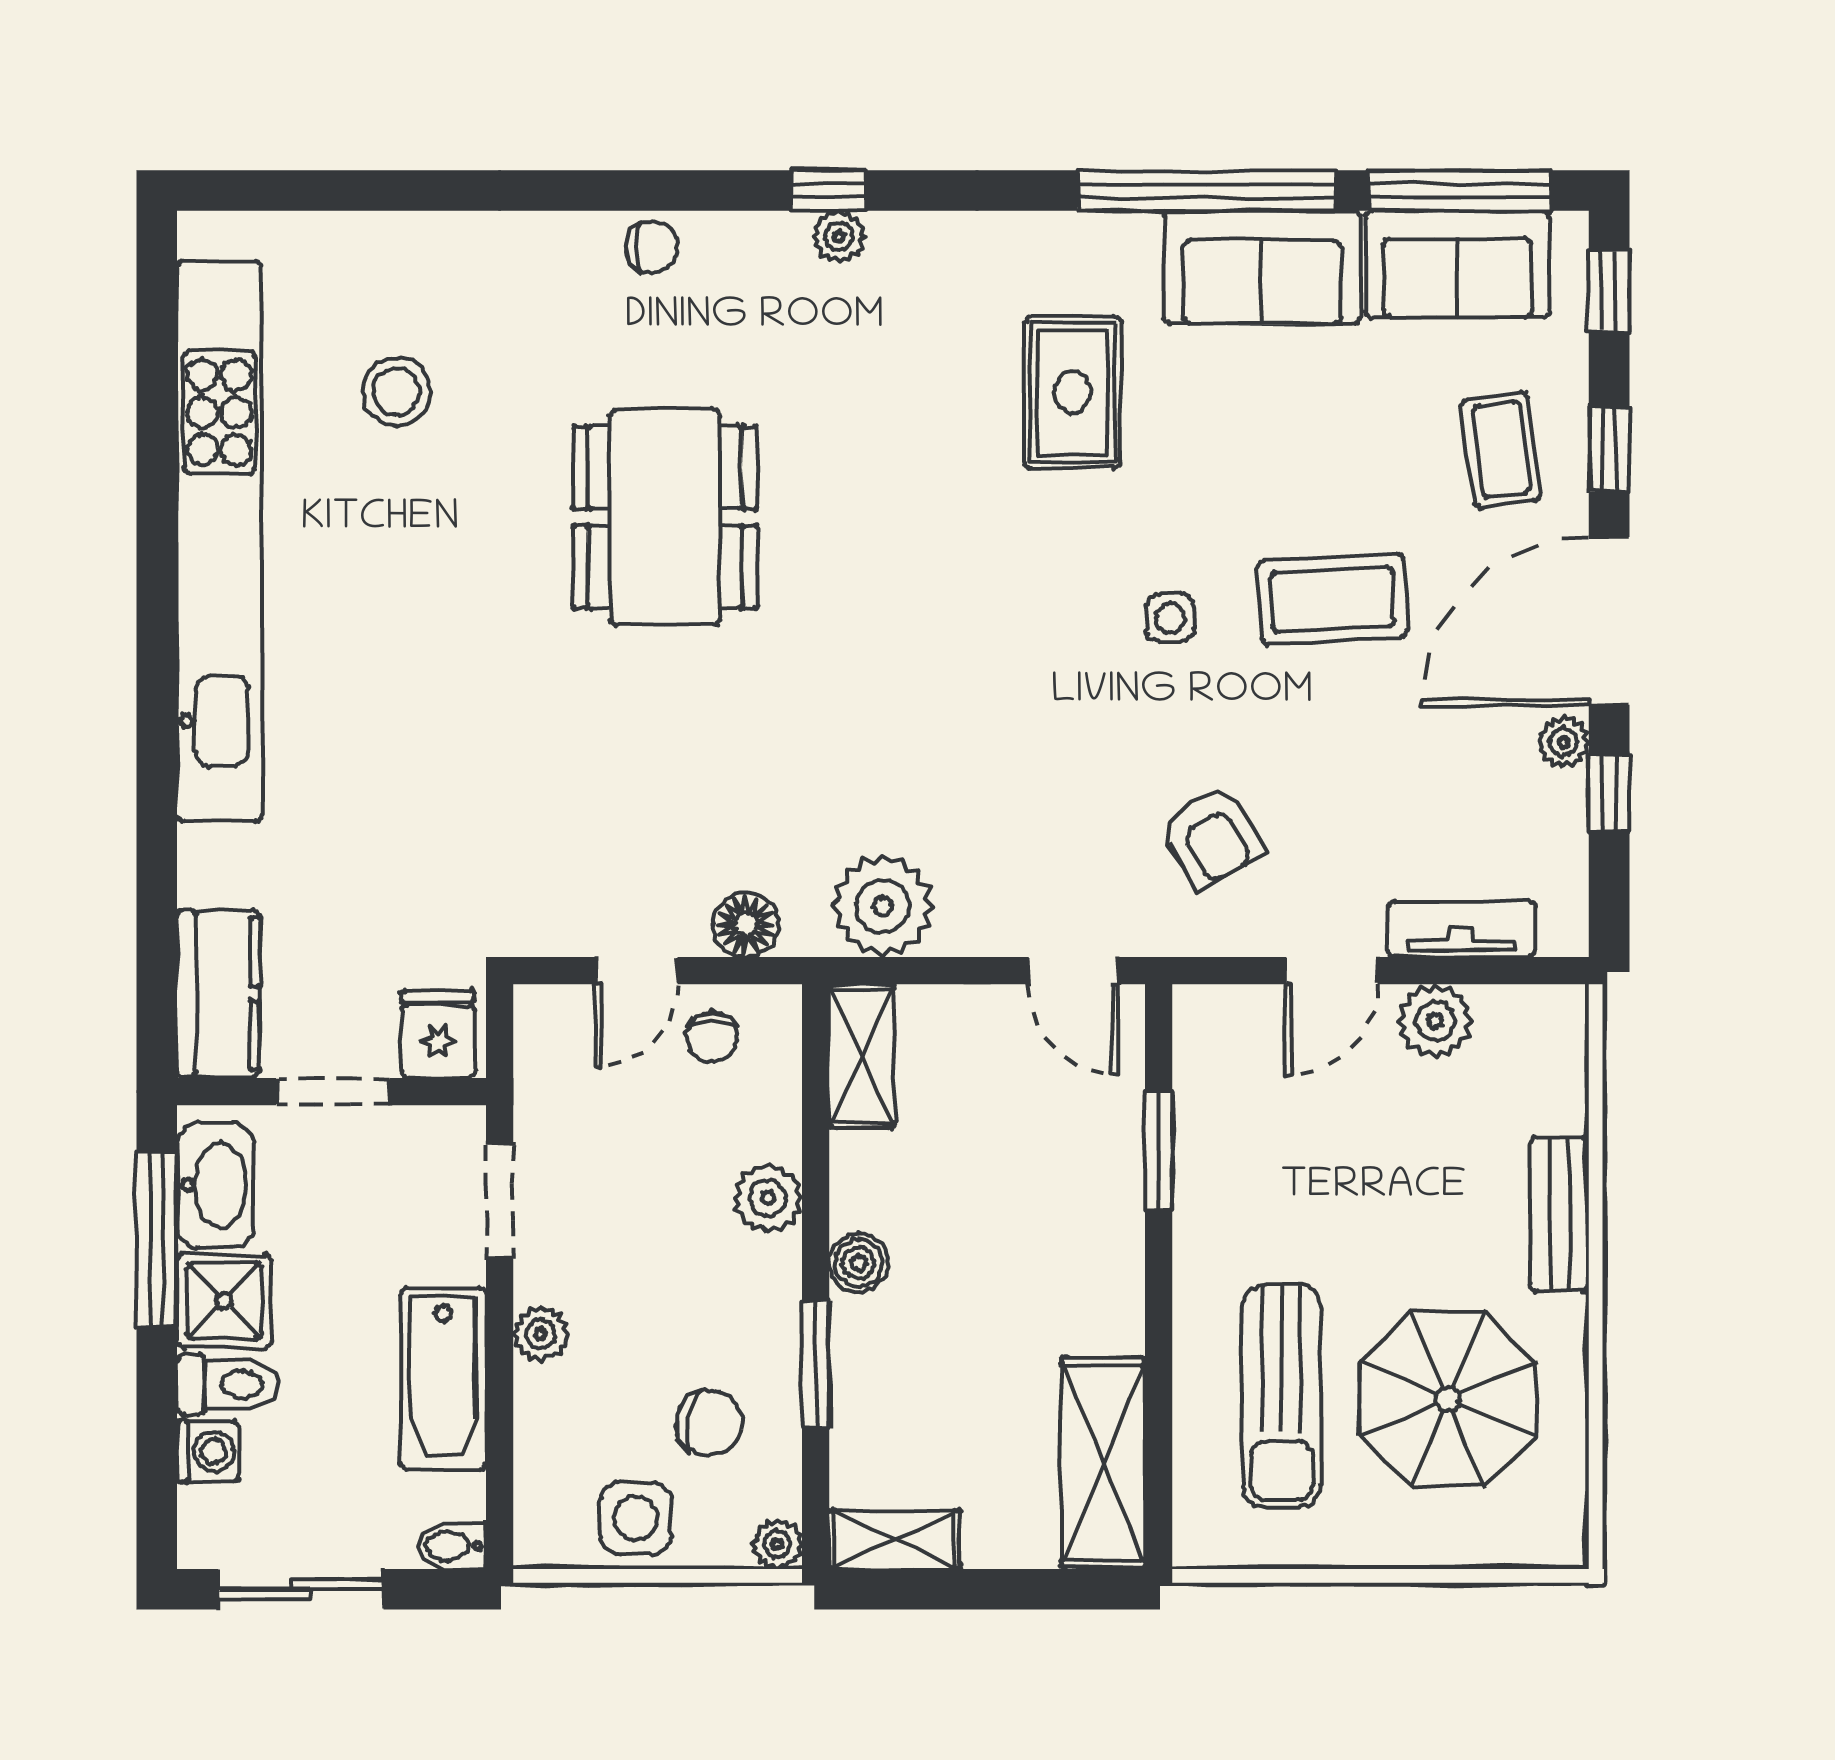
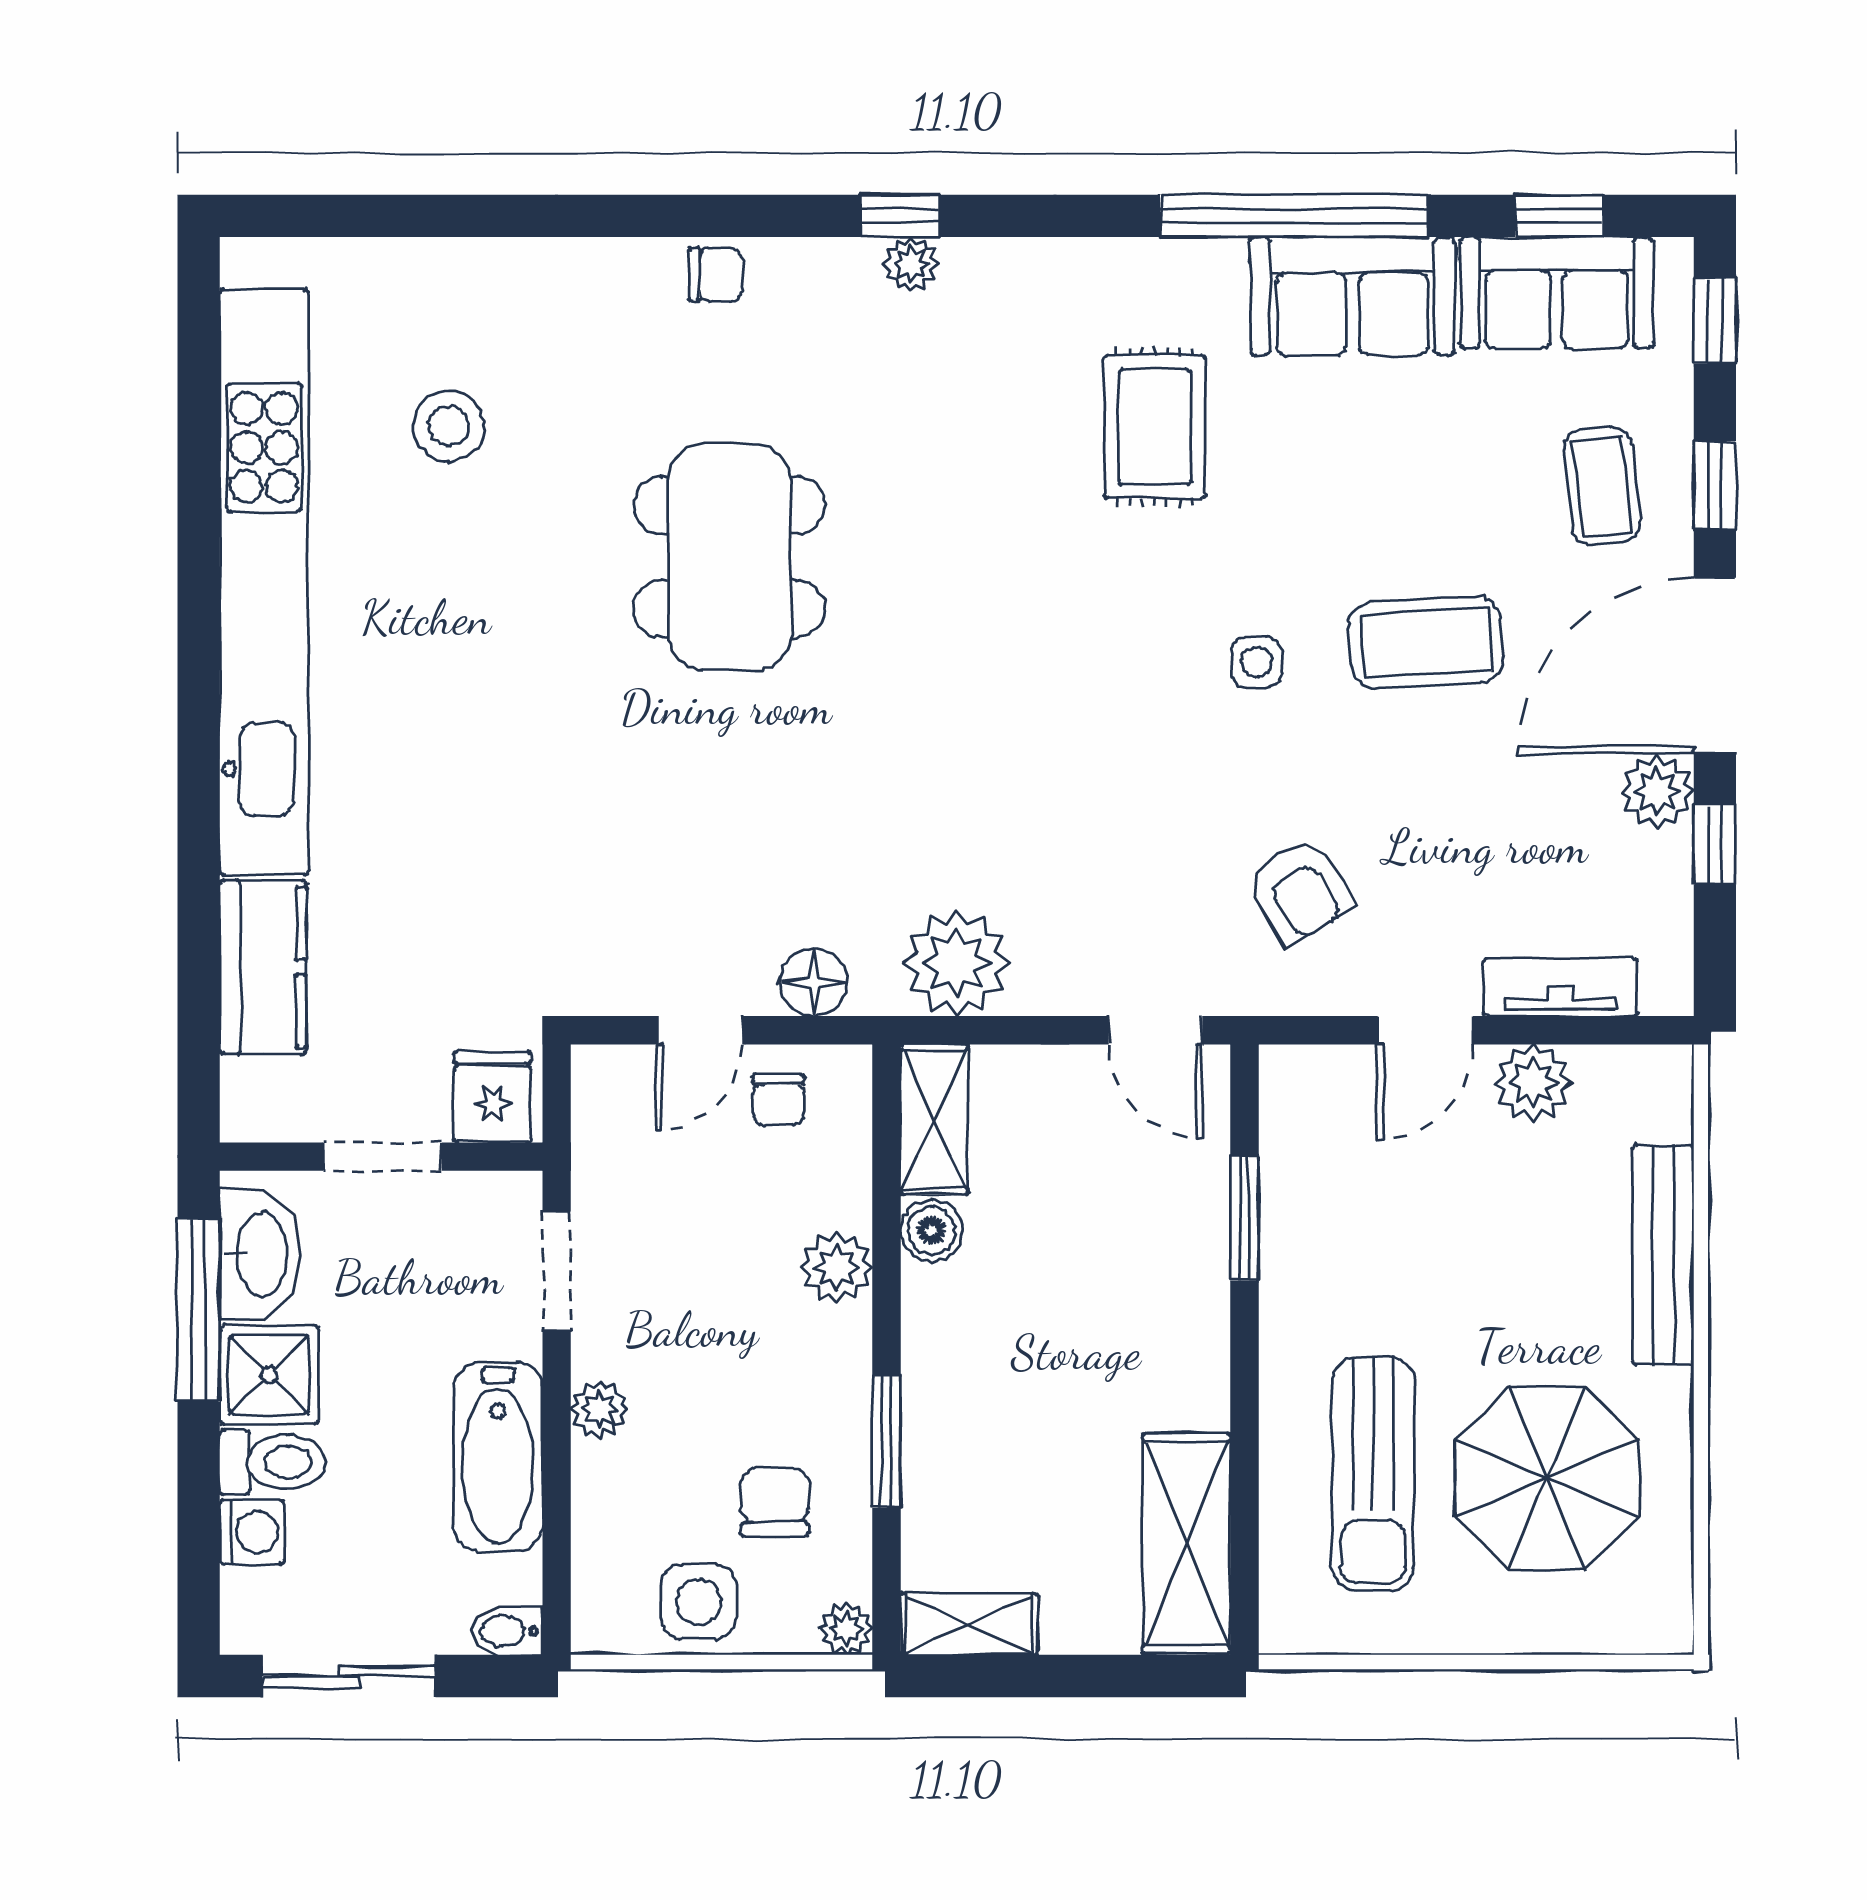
window: (1460, 191) -> (1559, 216), width x0.46
plant: (1563, 742) -> (1657, 792), width x1.38, depth x1.38
kitchen counter: (218, 993) -> (263, 967), moved
bench: (1560, 1214) -> (1663, 1255), width x1.36
boiler: (859, 1263) -> (931, 1231), moved
chair: (709, 1423) -> (775, 1502), turned -101

